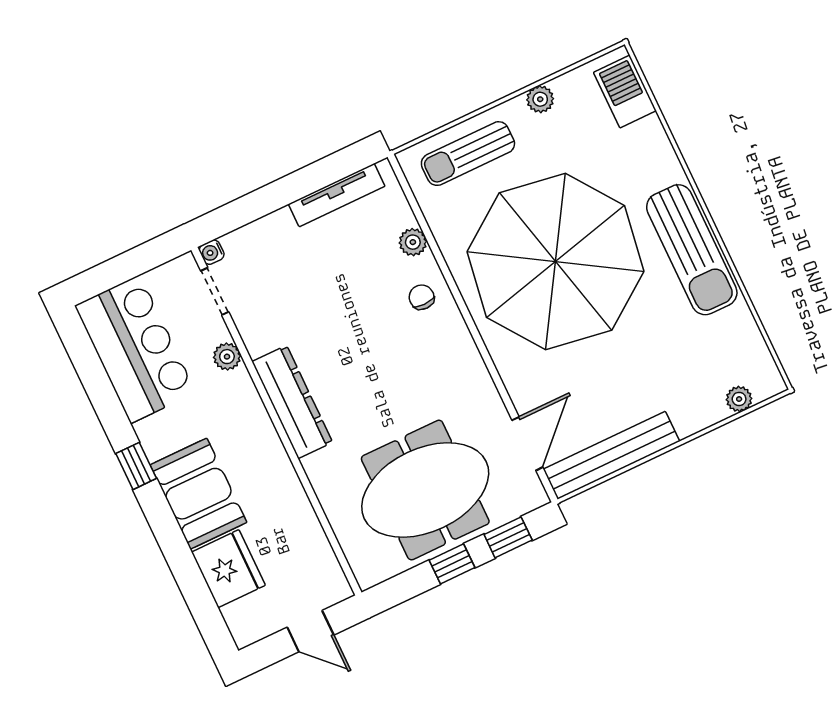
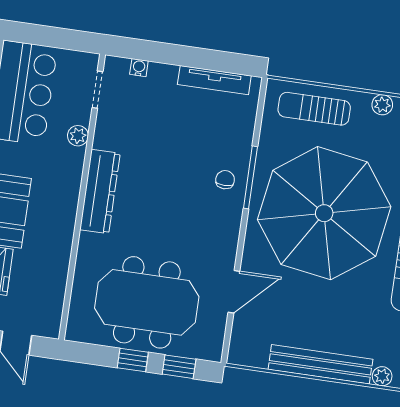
plant: (413, 242) -> (243, 141), removed
water cooler: (212, 252) -> (139, 68), moved, turned 90
window: (448, 276) -> (250, 177), added
door: (527, 444) -> (234, 292), moved
bench: (611, 455) -> (320, 364), moved

